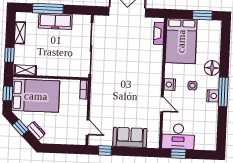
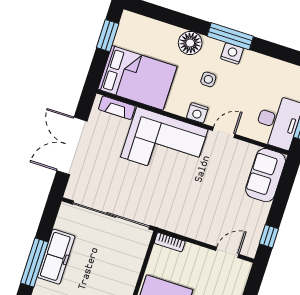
corner sofa: (145, 69) -> (164, 143), added
sofa: (130, 137) -> (266, 175), moved

